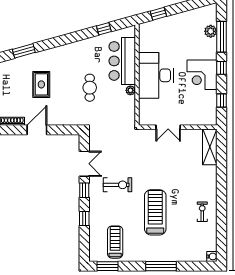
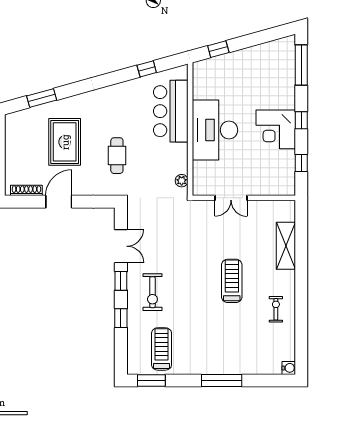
plant: (211, 31) -> (287, 72), removed
window: (222, 37) -> (301, 65), moved
rug: (41, 84) -> (65, 142), width x1.36, depth x1.43
cafe table: (90, 88) -> (117, 156), moved
plant: (130, 90) -> (182, 181), moved
shelving: (210, 147) -> (286, 246), moved
exercise bike: (117, 185) -> (152, 292), moved, turned 90
treadmill: (155, 212) -> (232, 281), moved, width x0.73, depth x0.73

